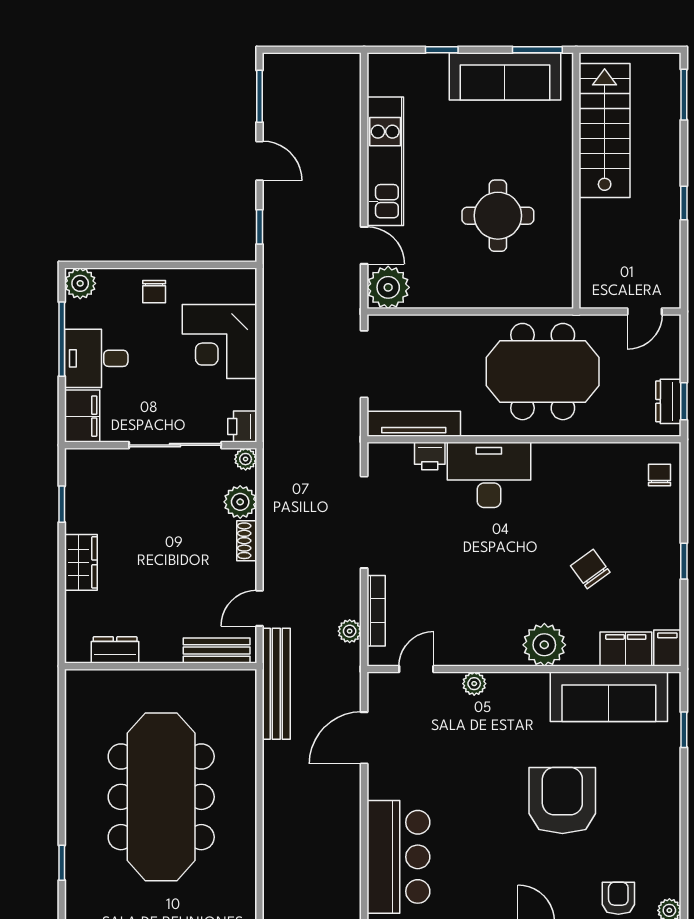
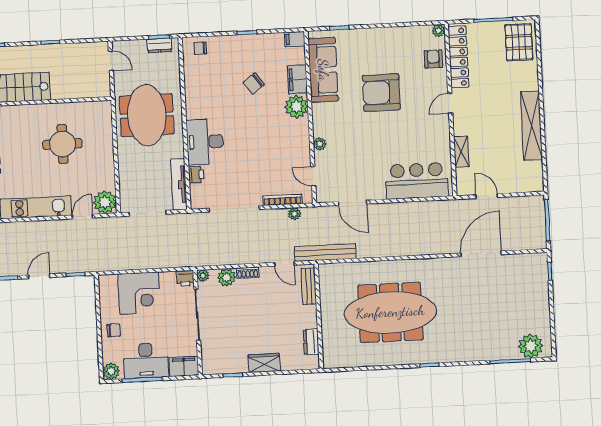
desk: (96, 358) -> (146, 361), width x1.37
filing cabinet: (626, 649) -> (297, 79), moved
armchair: (618, 898) -> (433, 59), turned 90

